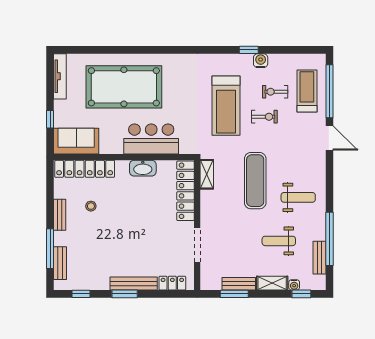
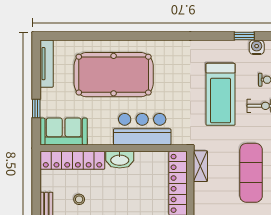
washbasin: (143, 168) -> (120, 160), moved

